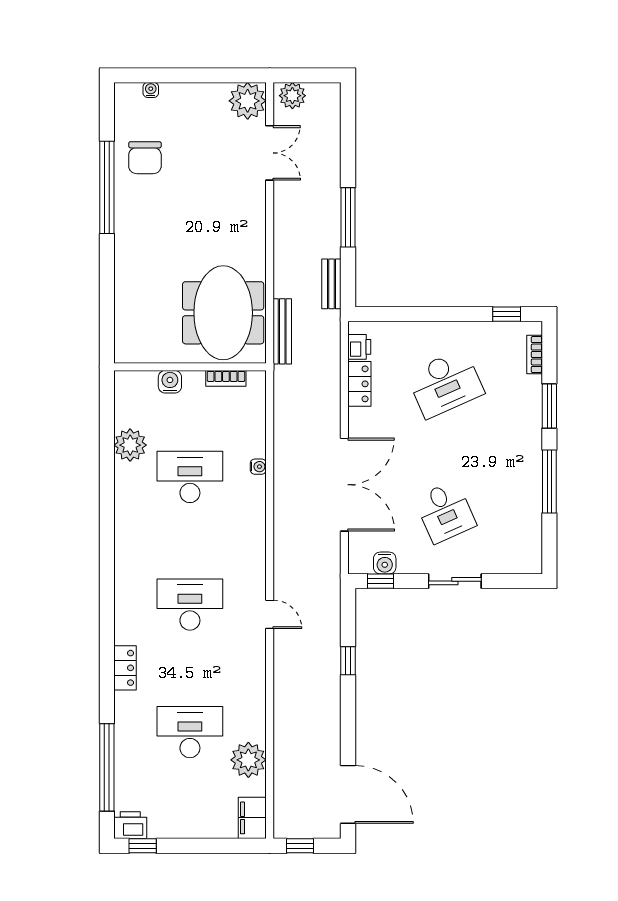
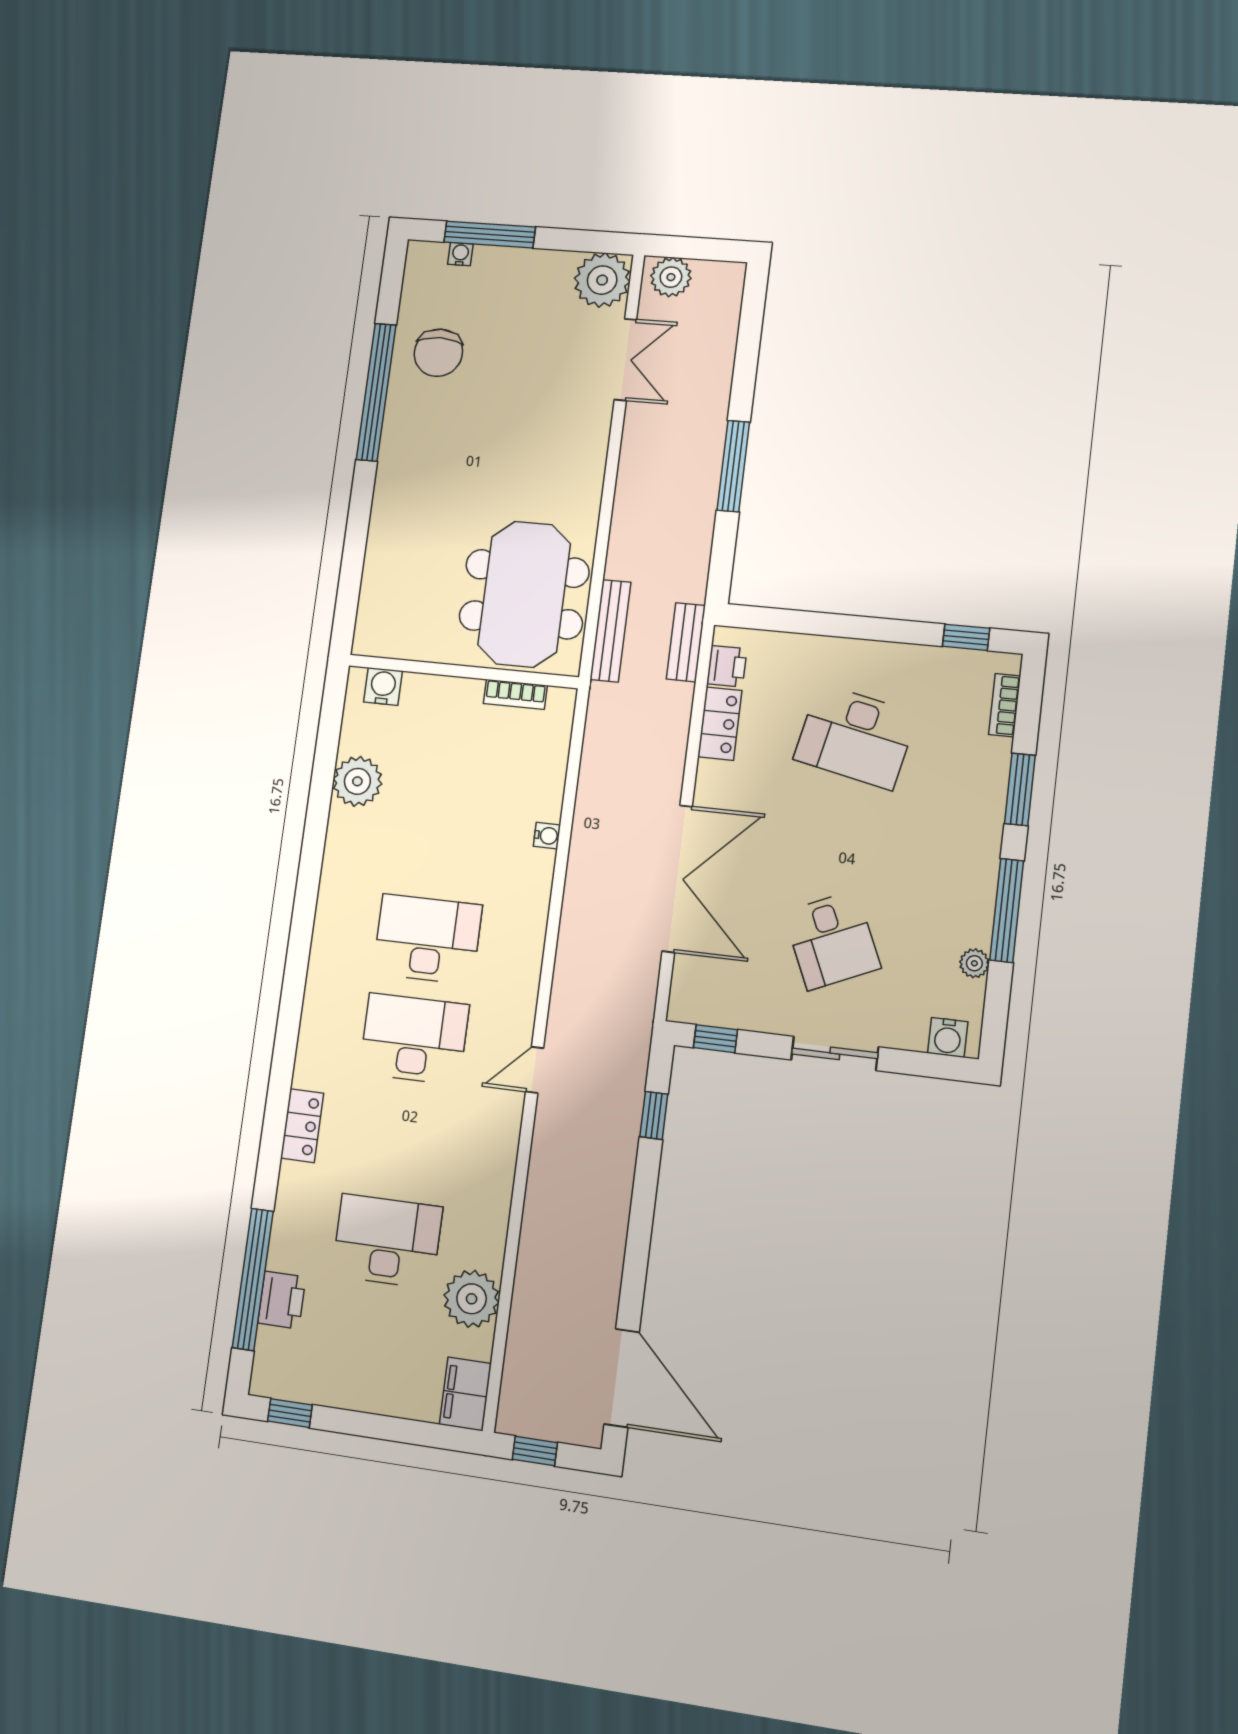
window: (169, 75) -> (490, 235), added
bench: (331, 284) -> (686, 642), moved
water cooler: (170, 382) -> (383, 686), moved
desk: (445, 383) -> (855, 736), turned 36
desk: (190, 477) -> (427, 939), moved
plant: (533, 516) -> (974, 963), added
water cooler: (385, 563) -> (948, 1037), moved
door: (270, 614) -> (535, 1070), swing flipped
window: (348, 661) -> (654, 1115), moved
printer: (130, 825) -> (282, 1300), moved, turned 90

